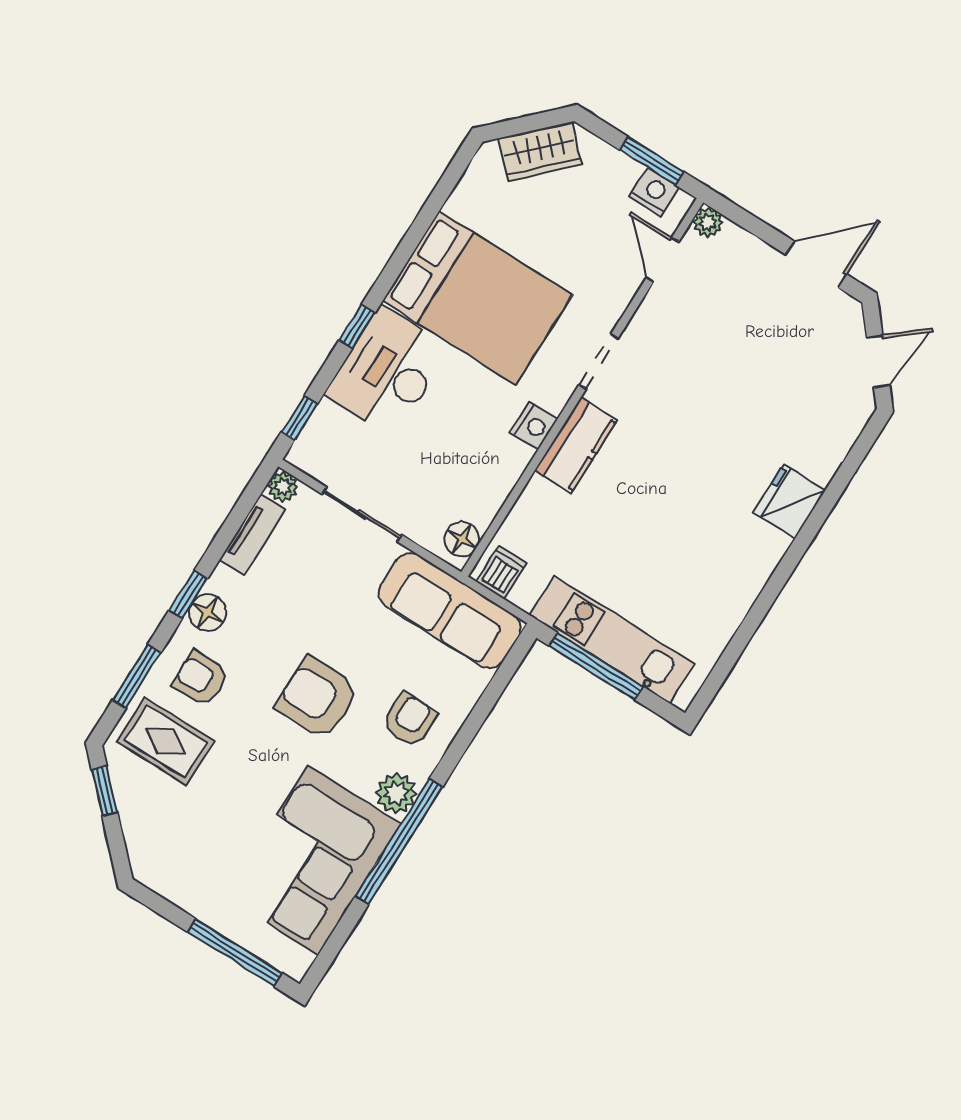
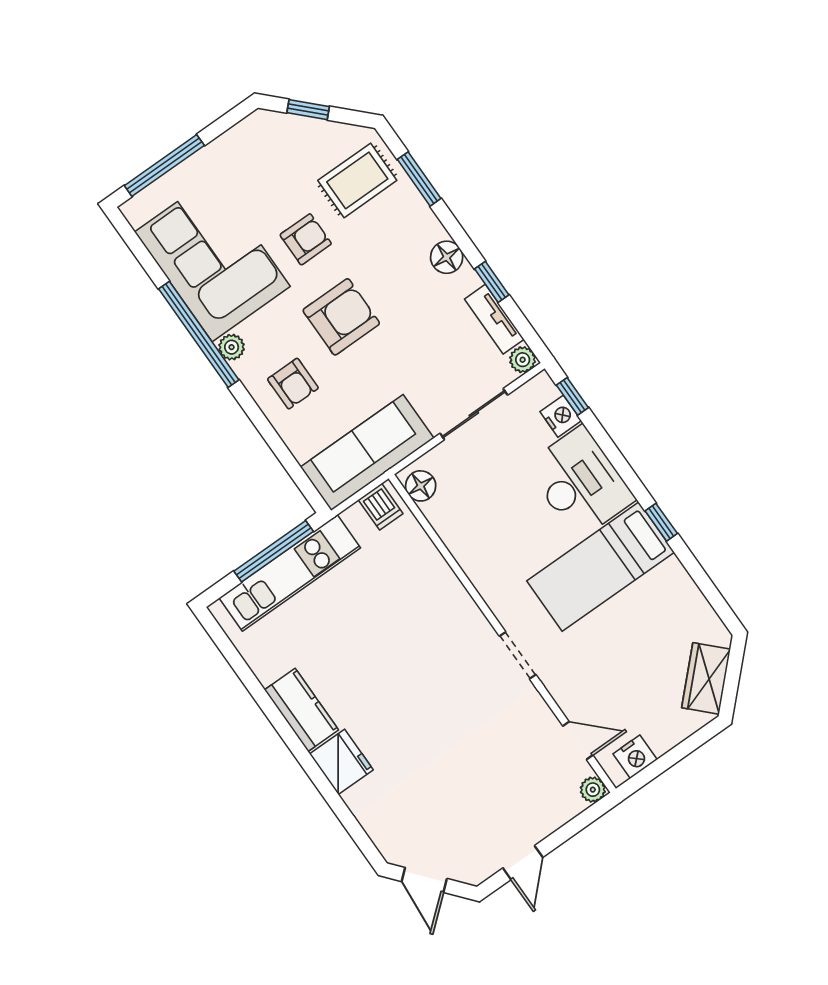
window: (652, 161) -> (661, 765), removed
door: (816, 264) -> (523, 863), width x0.73
bed: (477, 298) -> (600, 567), width x0.67
window: (357, 326) -> (661, 522), moved
nightstand: (534, 426) -> (561, 416), moved, turned 180
kitchen counter: (576, 445) -> (302, 710), moved, turned 180
window: (188, 595) -> (492, 282), moved
armchair: (201, 679) -> (306, 239), moved
window: (104, 791) -> (308, 110), moved
plant: (396, 793) -> (232, 347), width x0.73, depth x0.73

